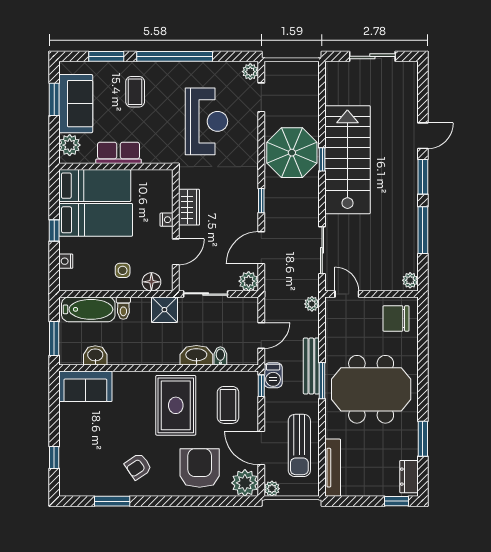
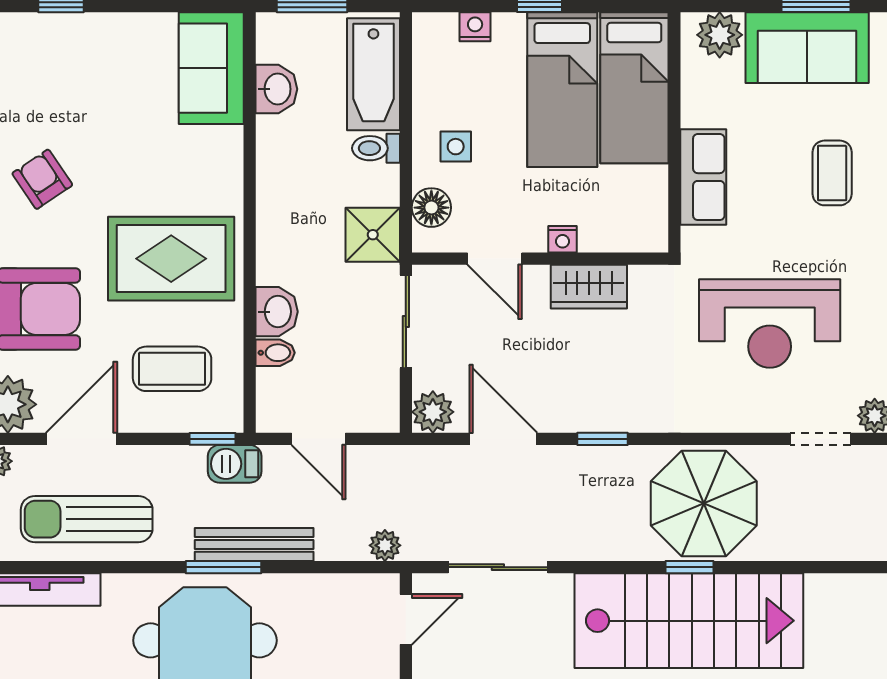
coffee table: (135, 92) -> (832, 173), turned 90
row of seats: (119, 153) -> (703, 177), moved
washbasin: (196, 355) -> (277, 312), width x0.72

